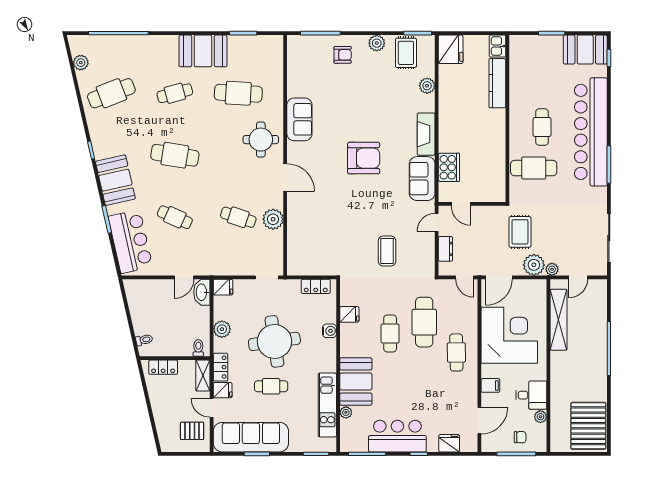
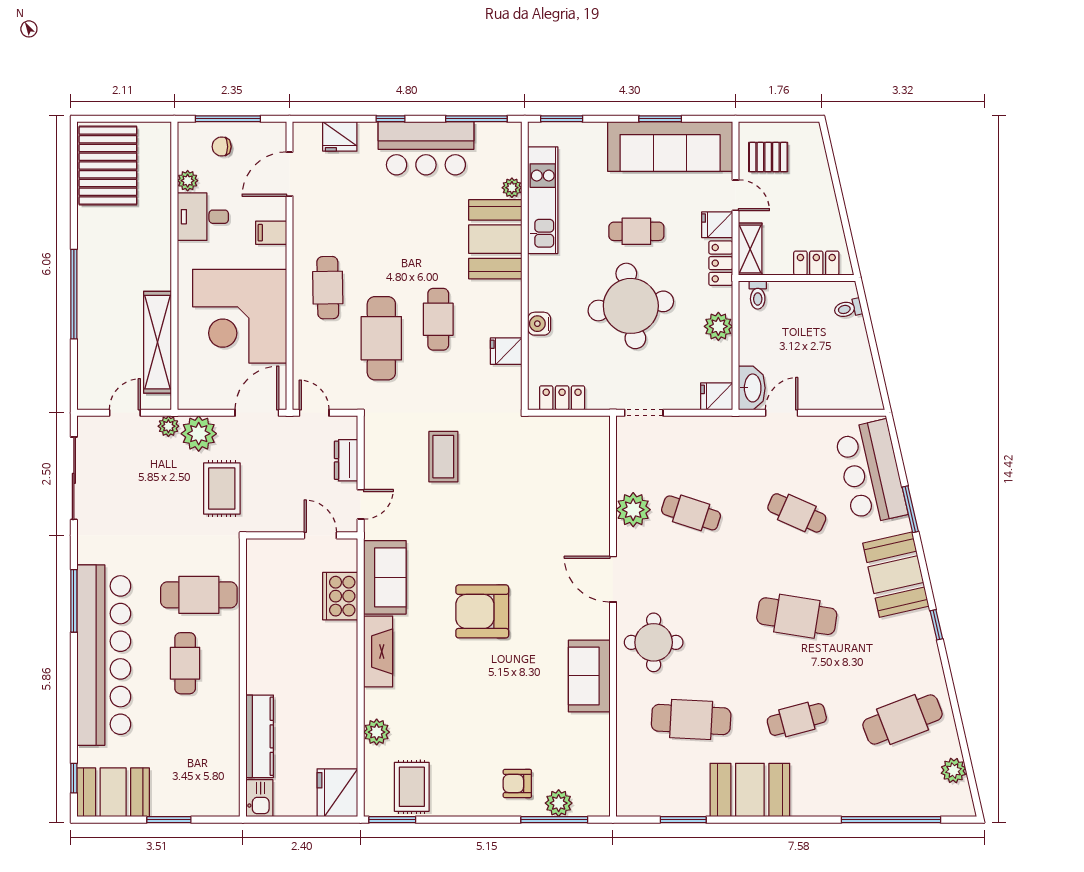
plant: (377, 43) -> (559, 803), moved

